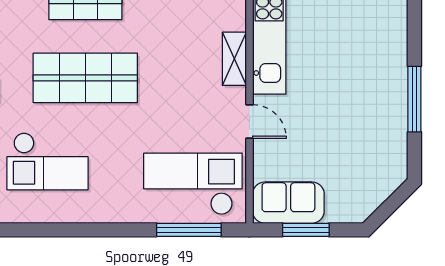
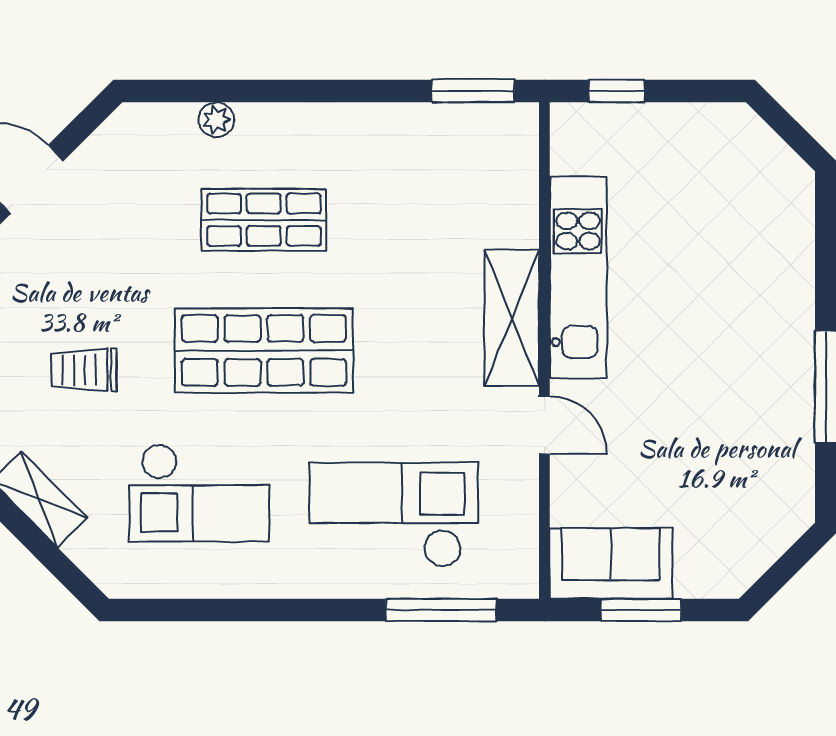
shelving: (234, 59) -> (512, 318), width x1.50, depth x1.33
checkout: (193, 184) -> (394, 515), moved

